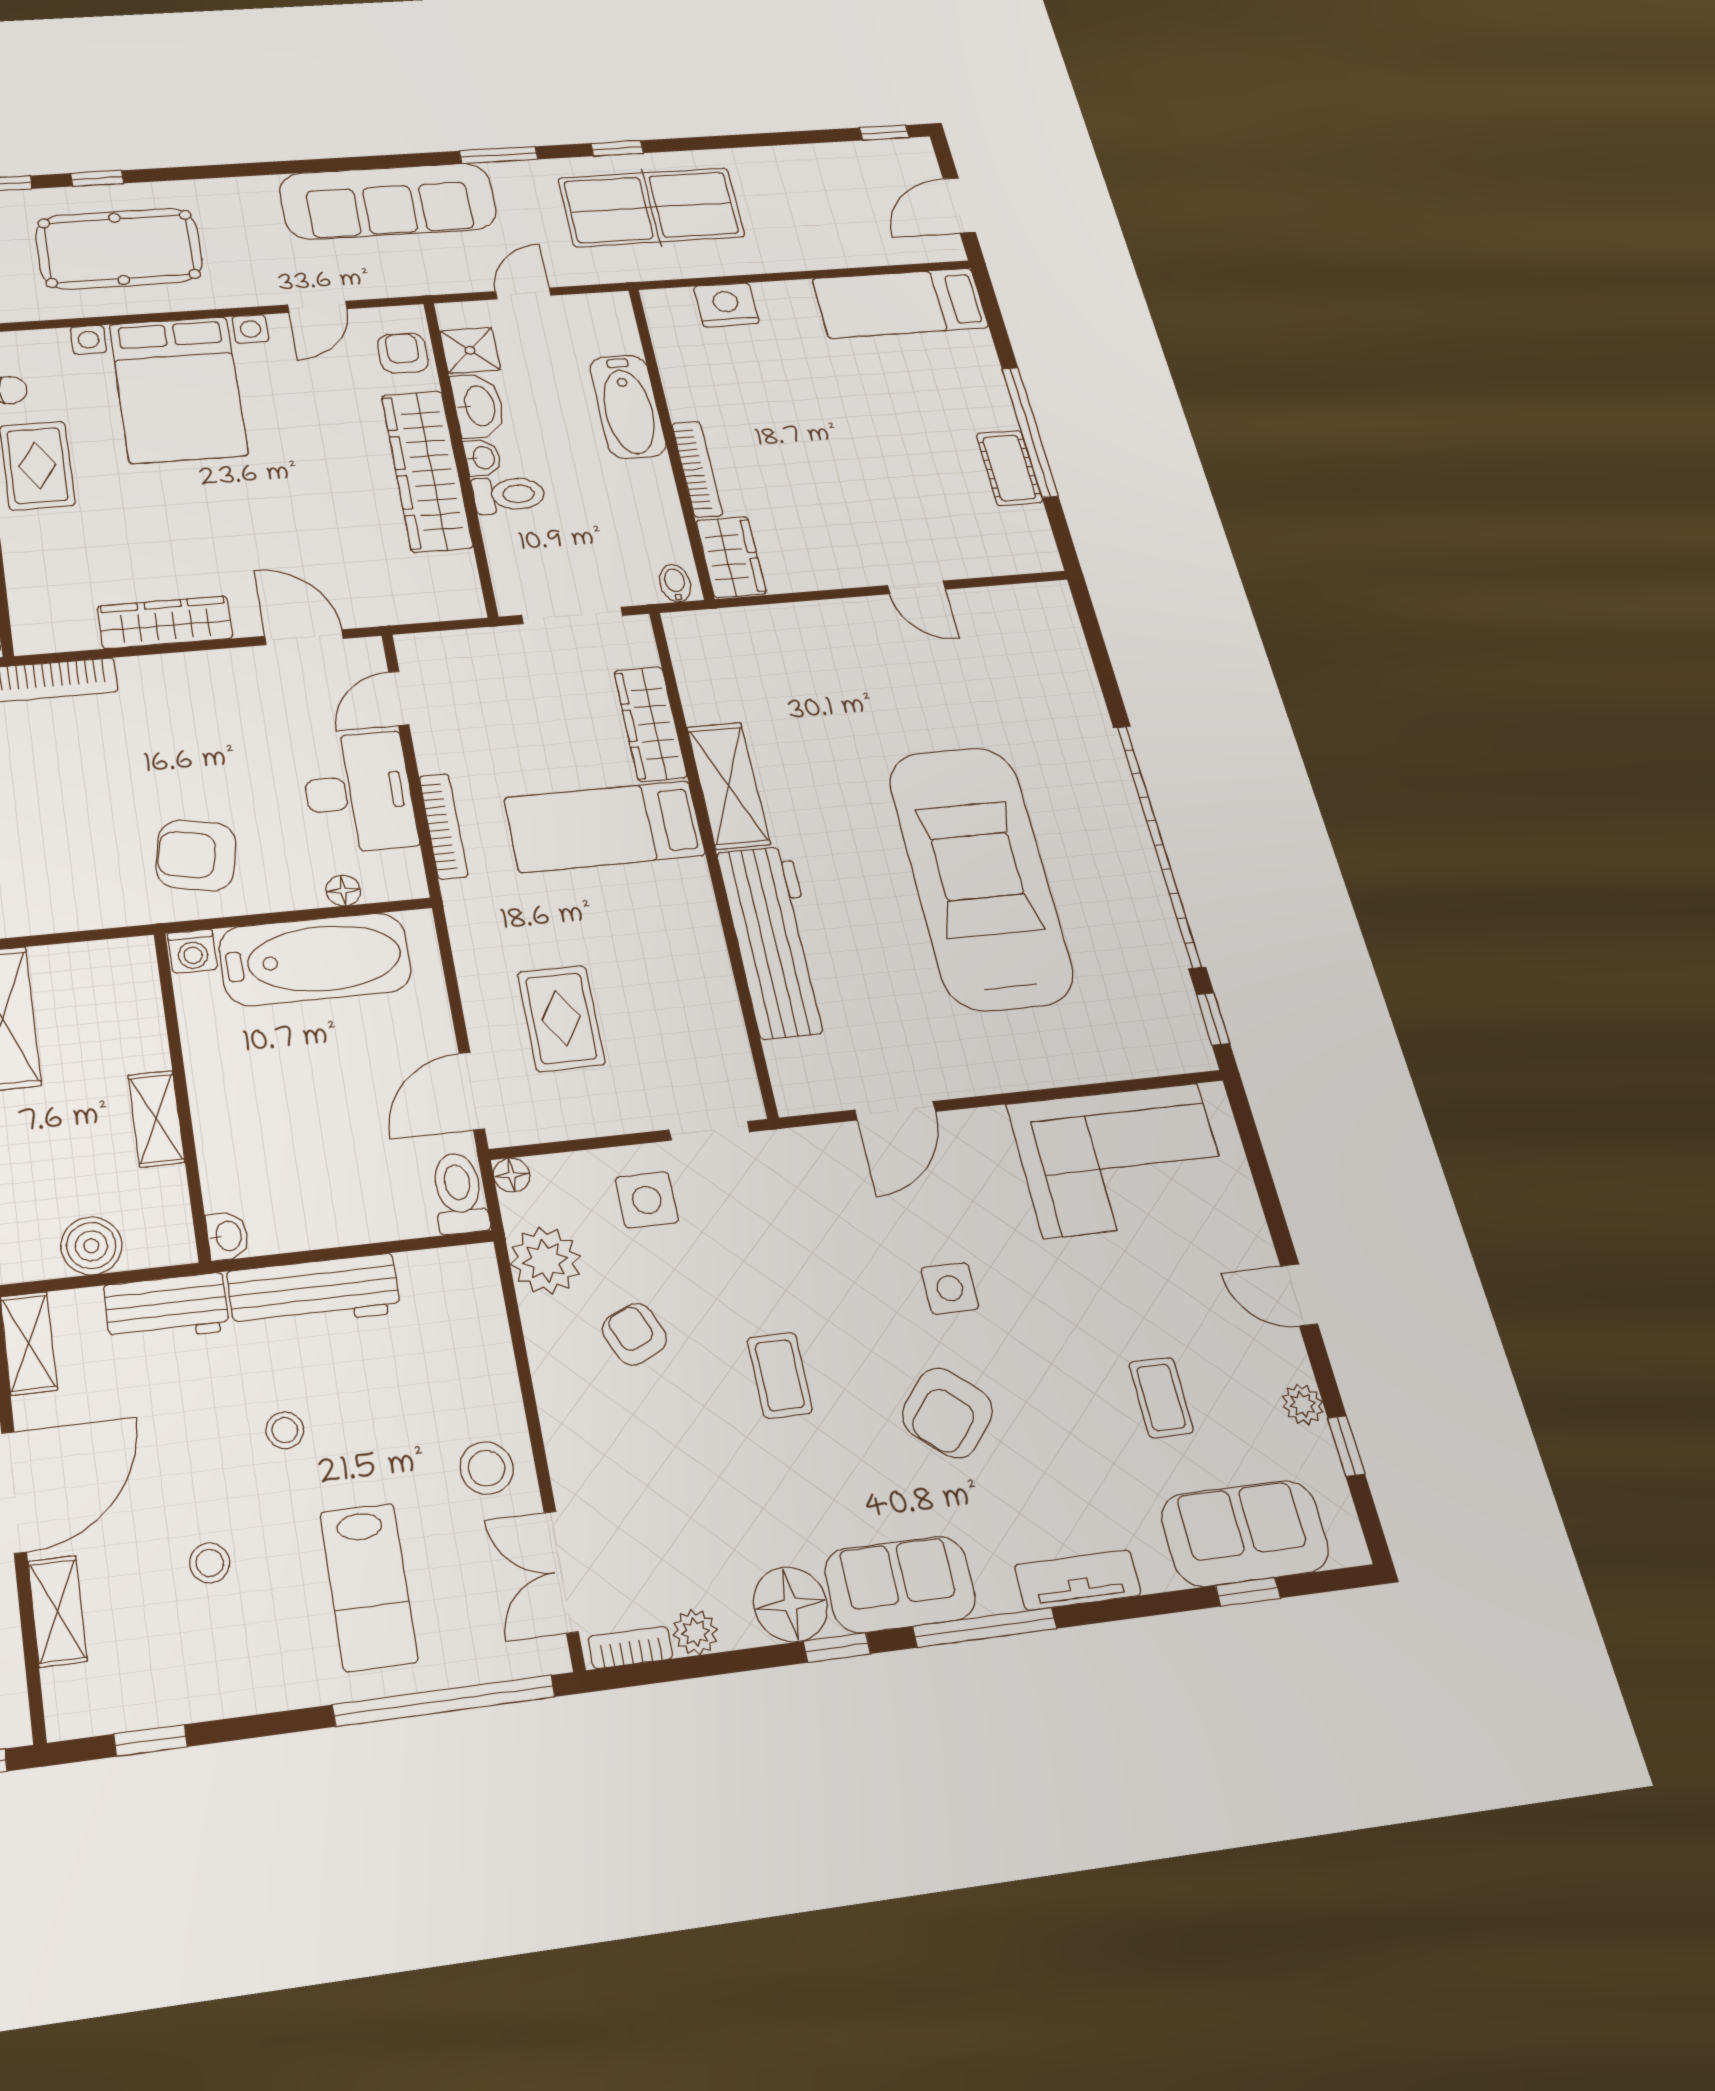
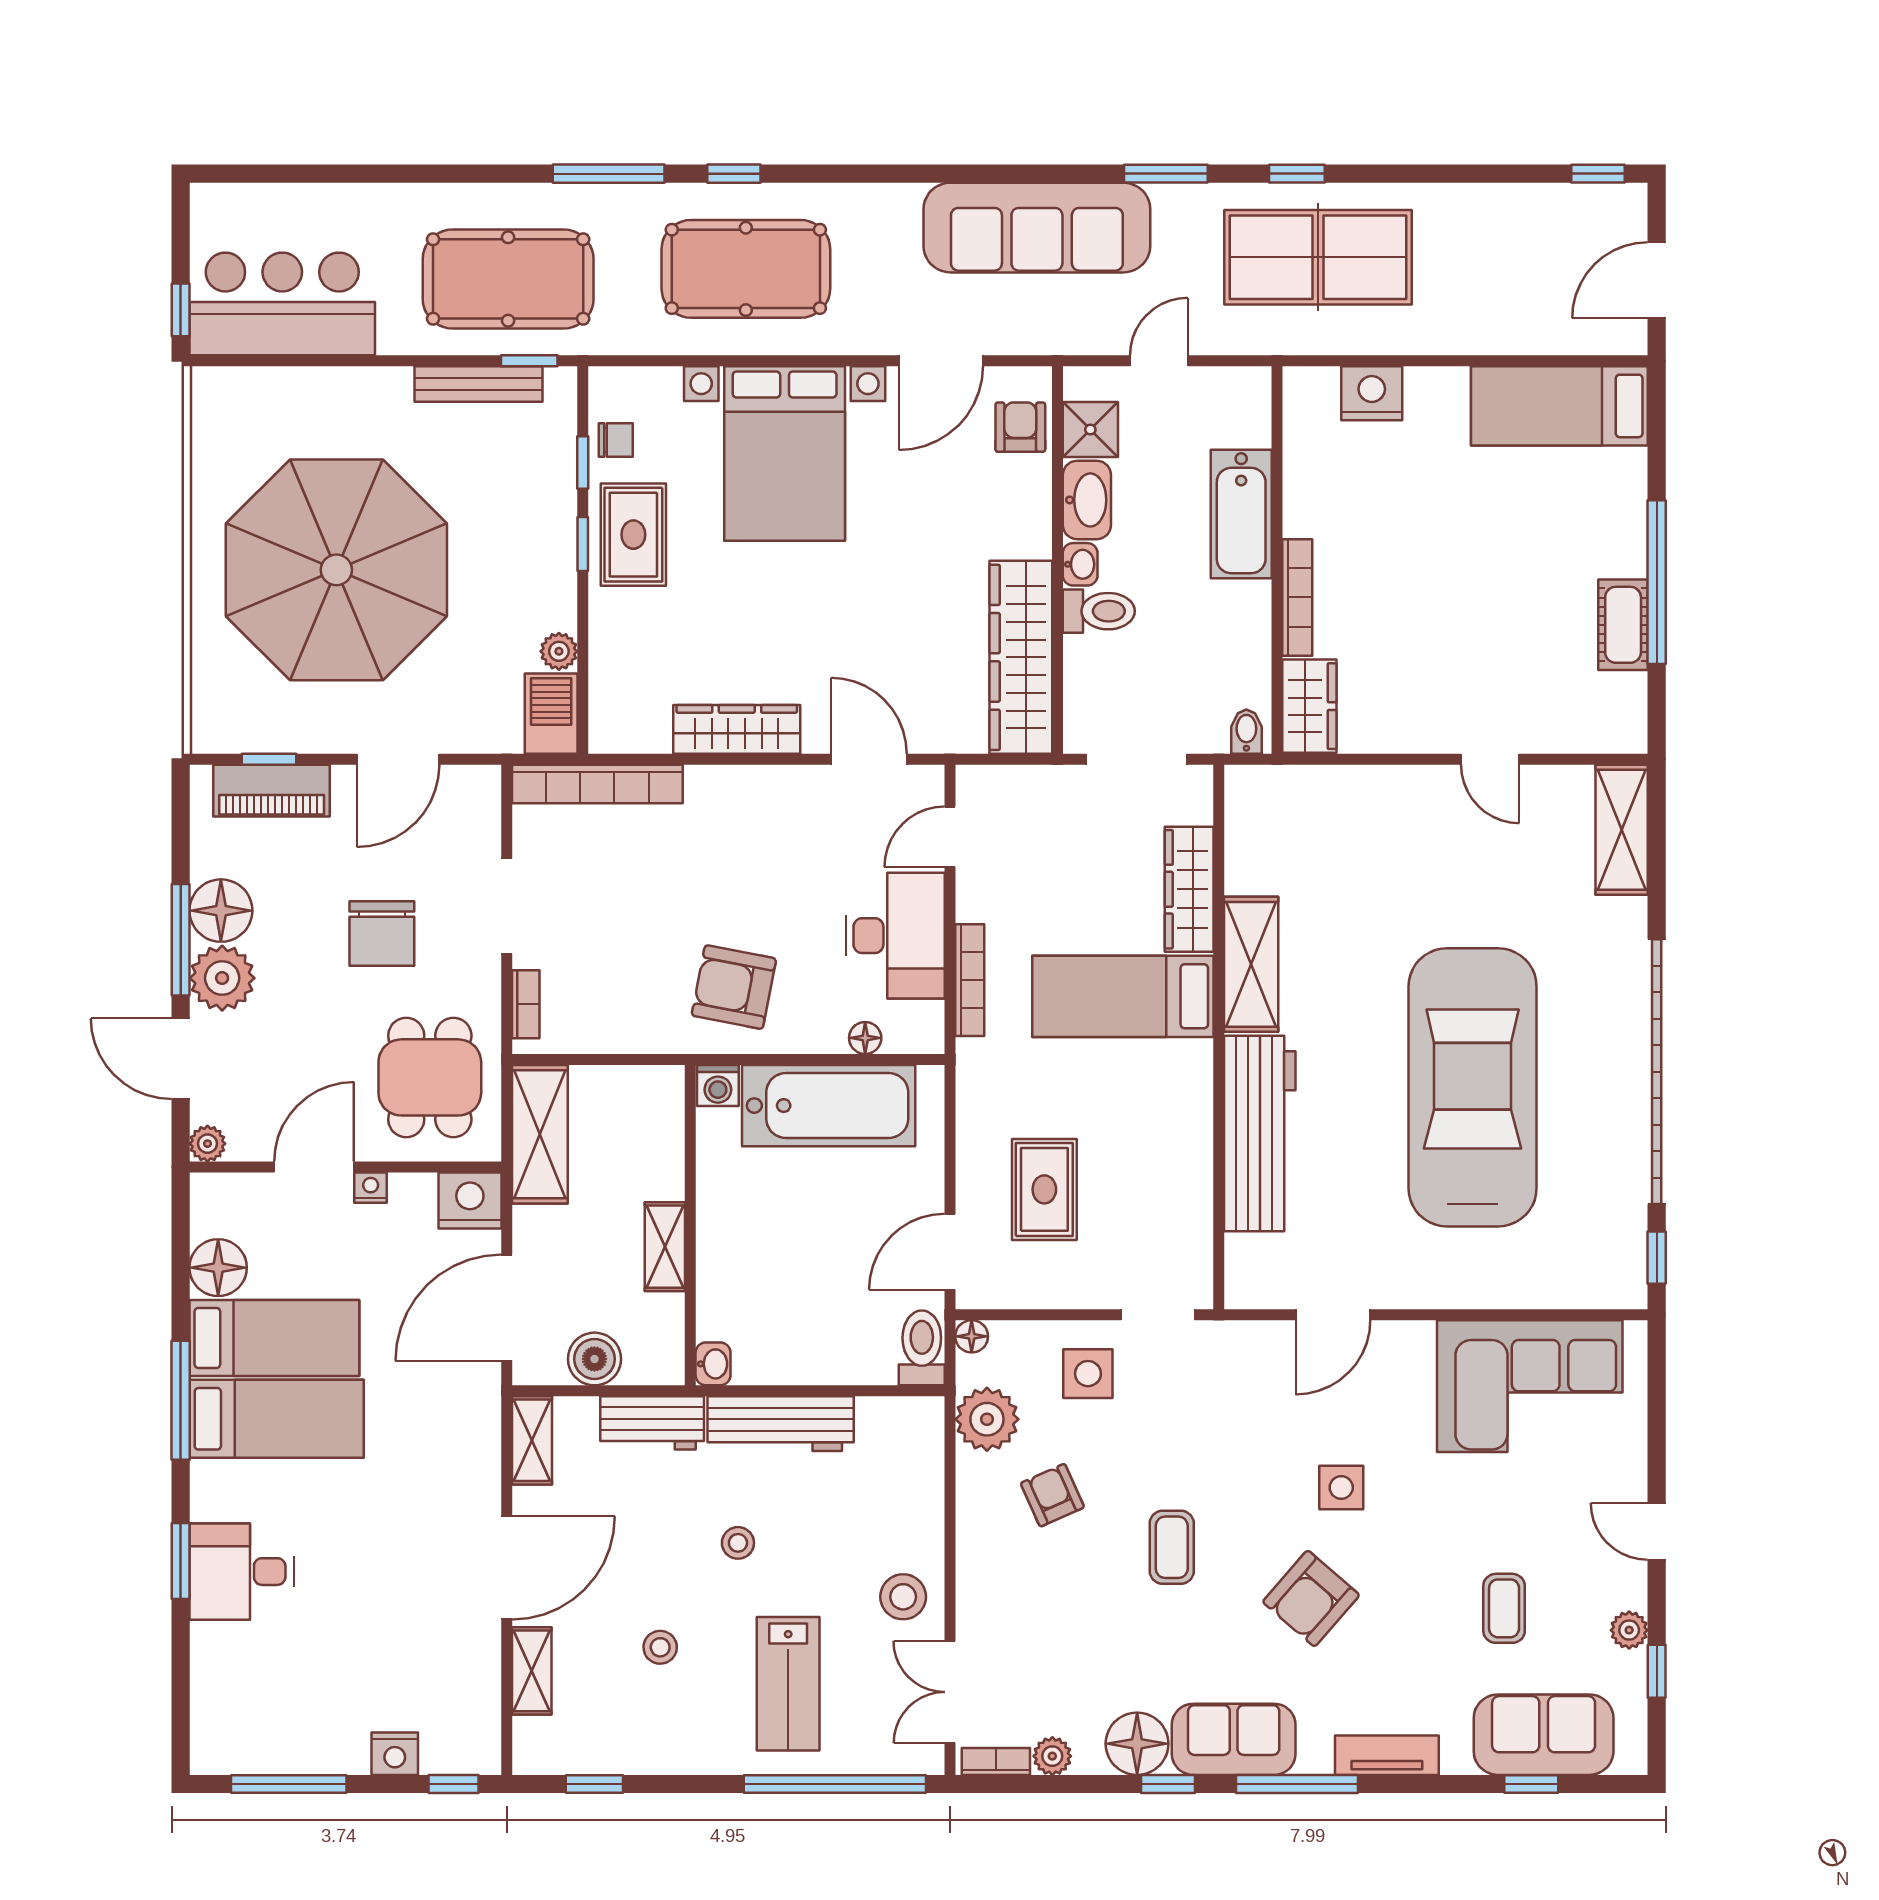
door: (317, 307) -> (941, 361), width x1.38
wardrobe: (427, 471) -> (1021, 657), moved
shelving: (1059, 636) -> (1622, 830), added

